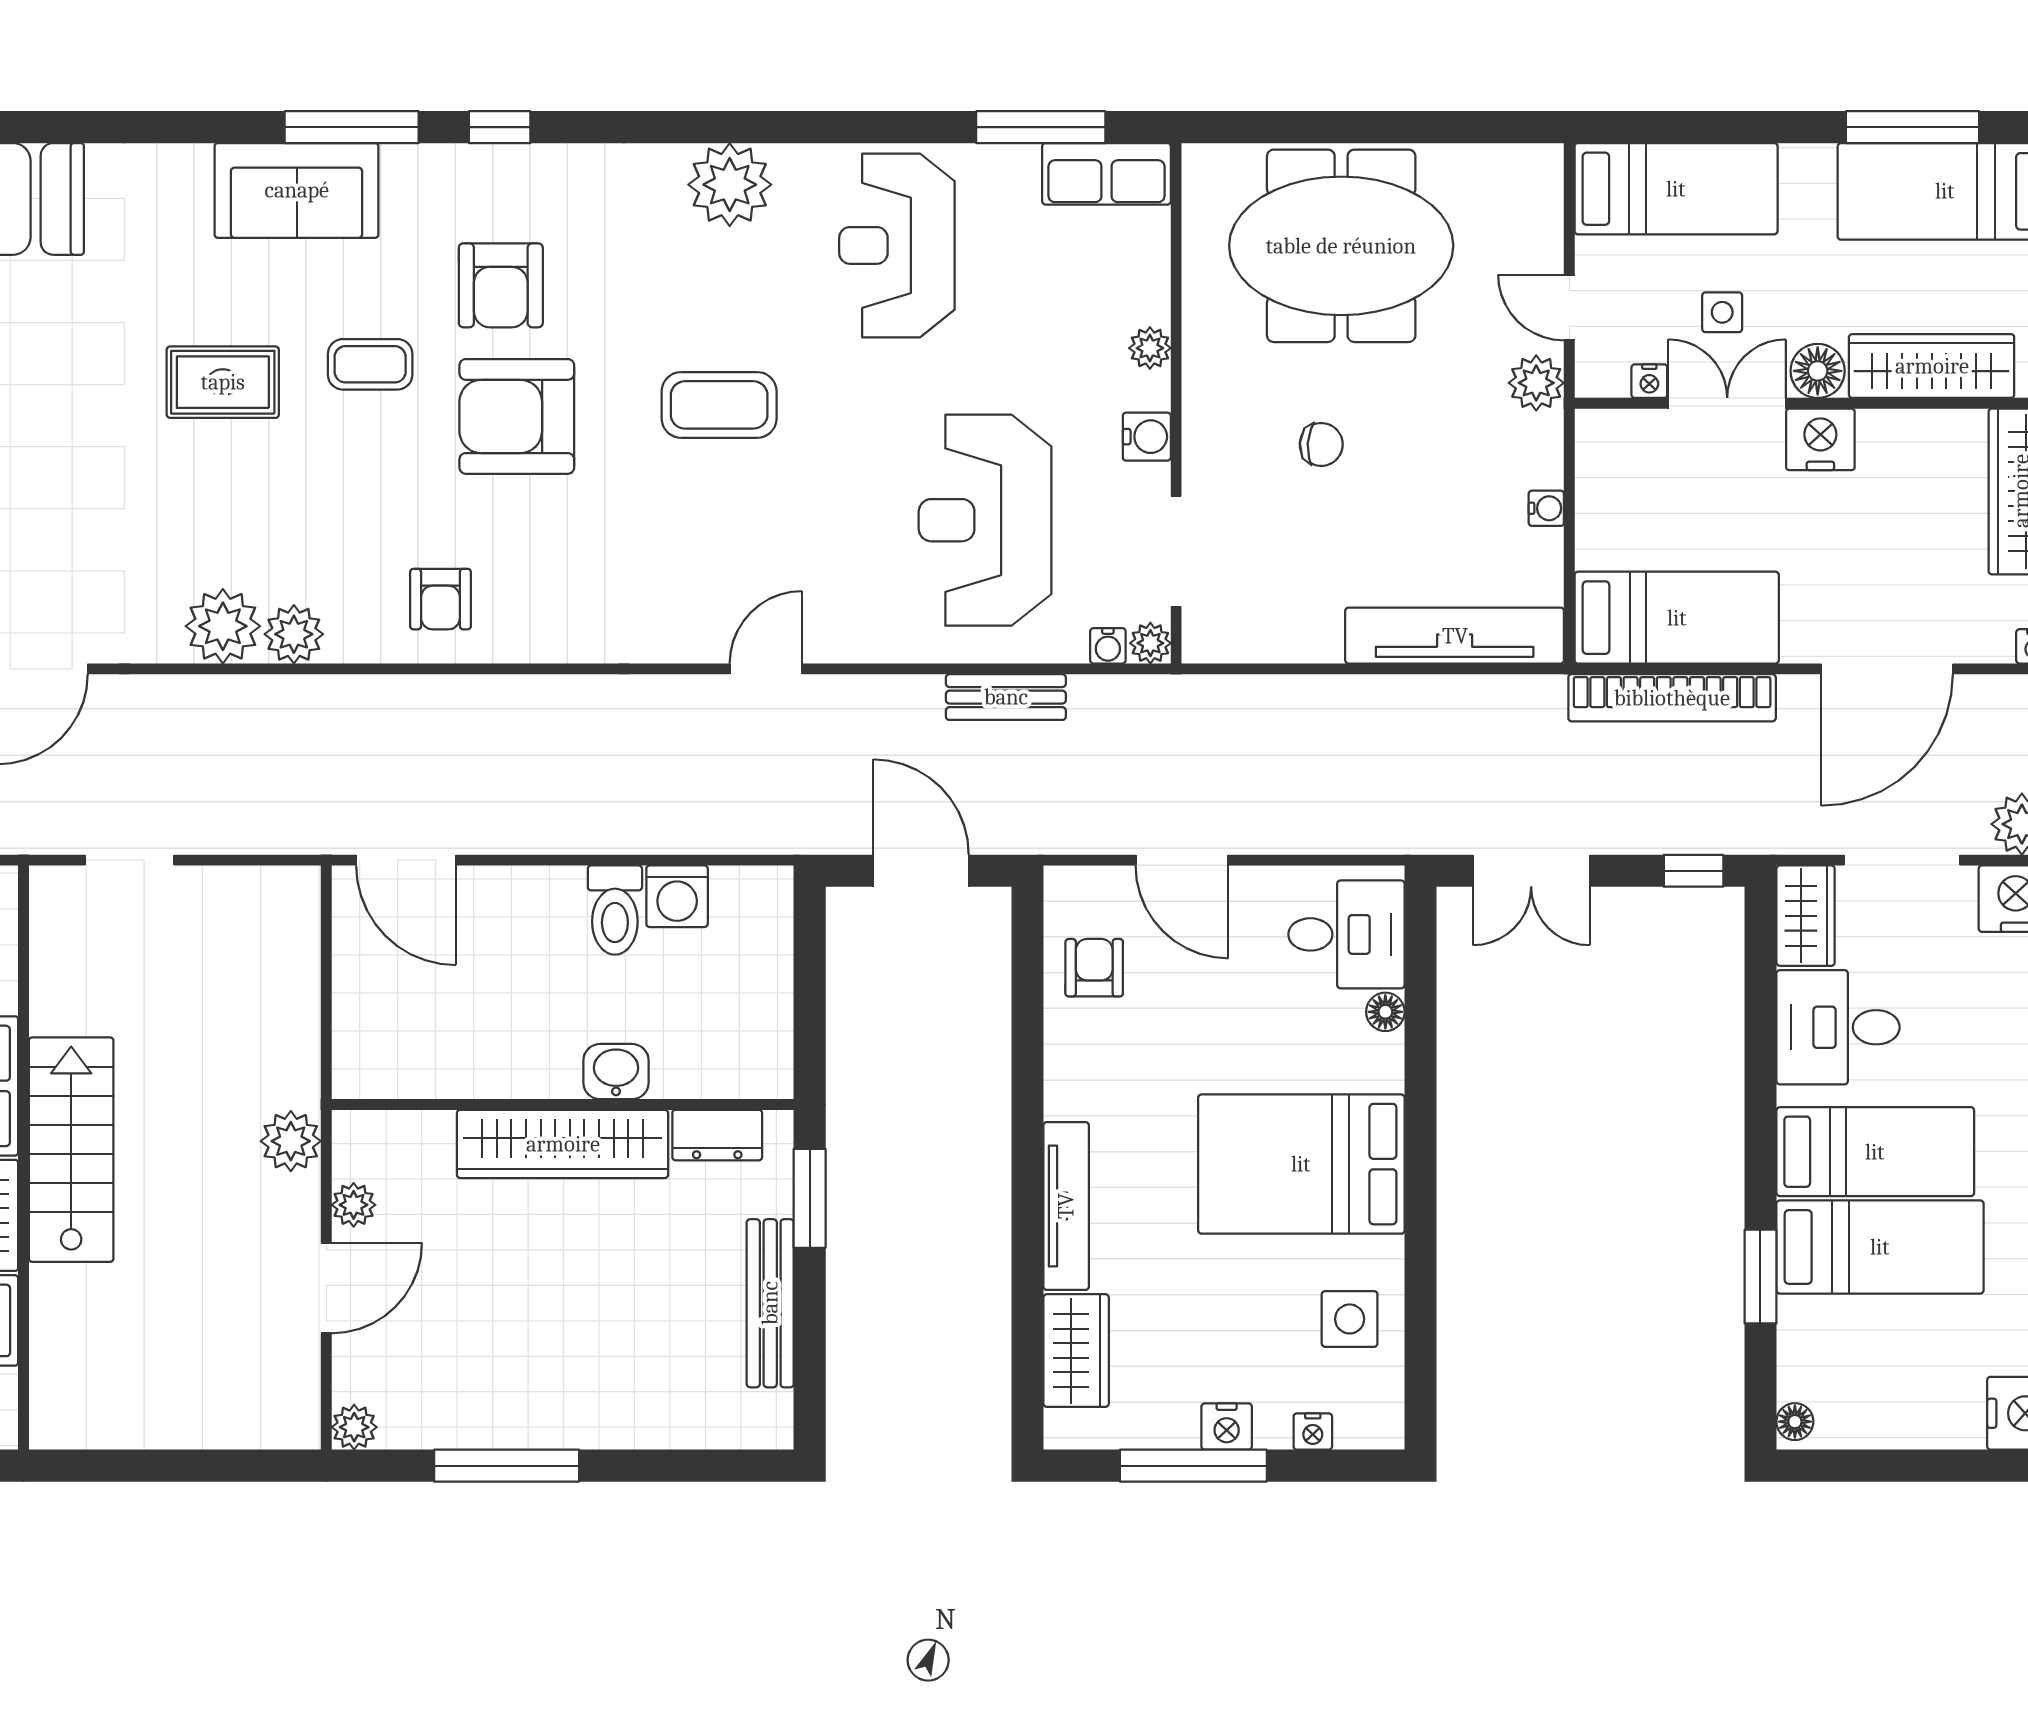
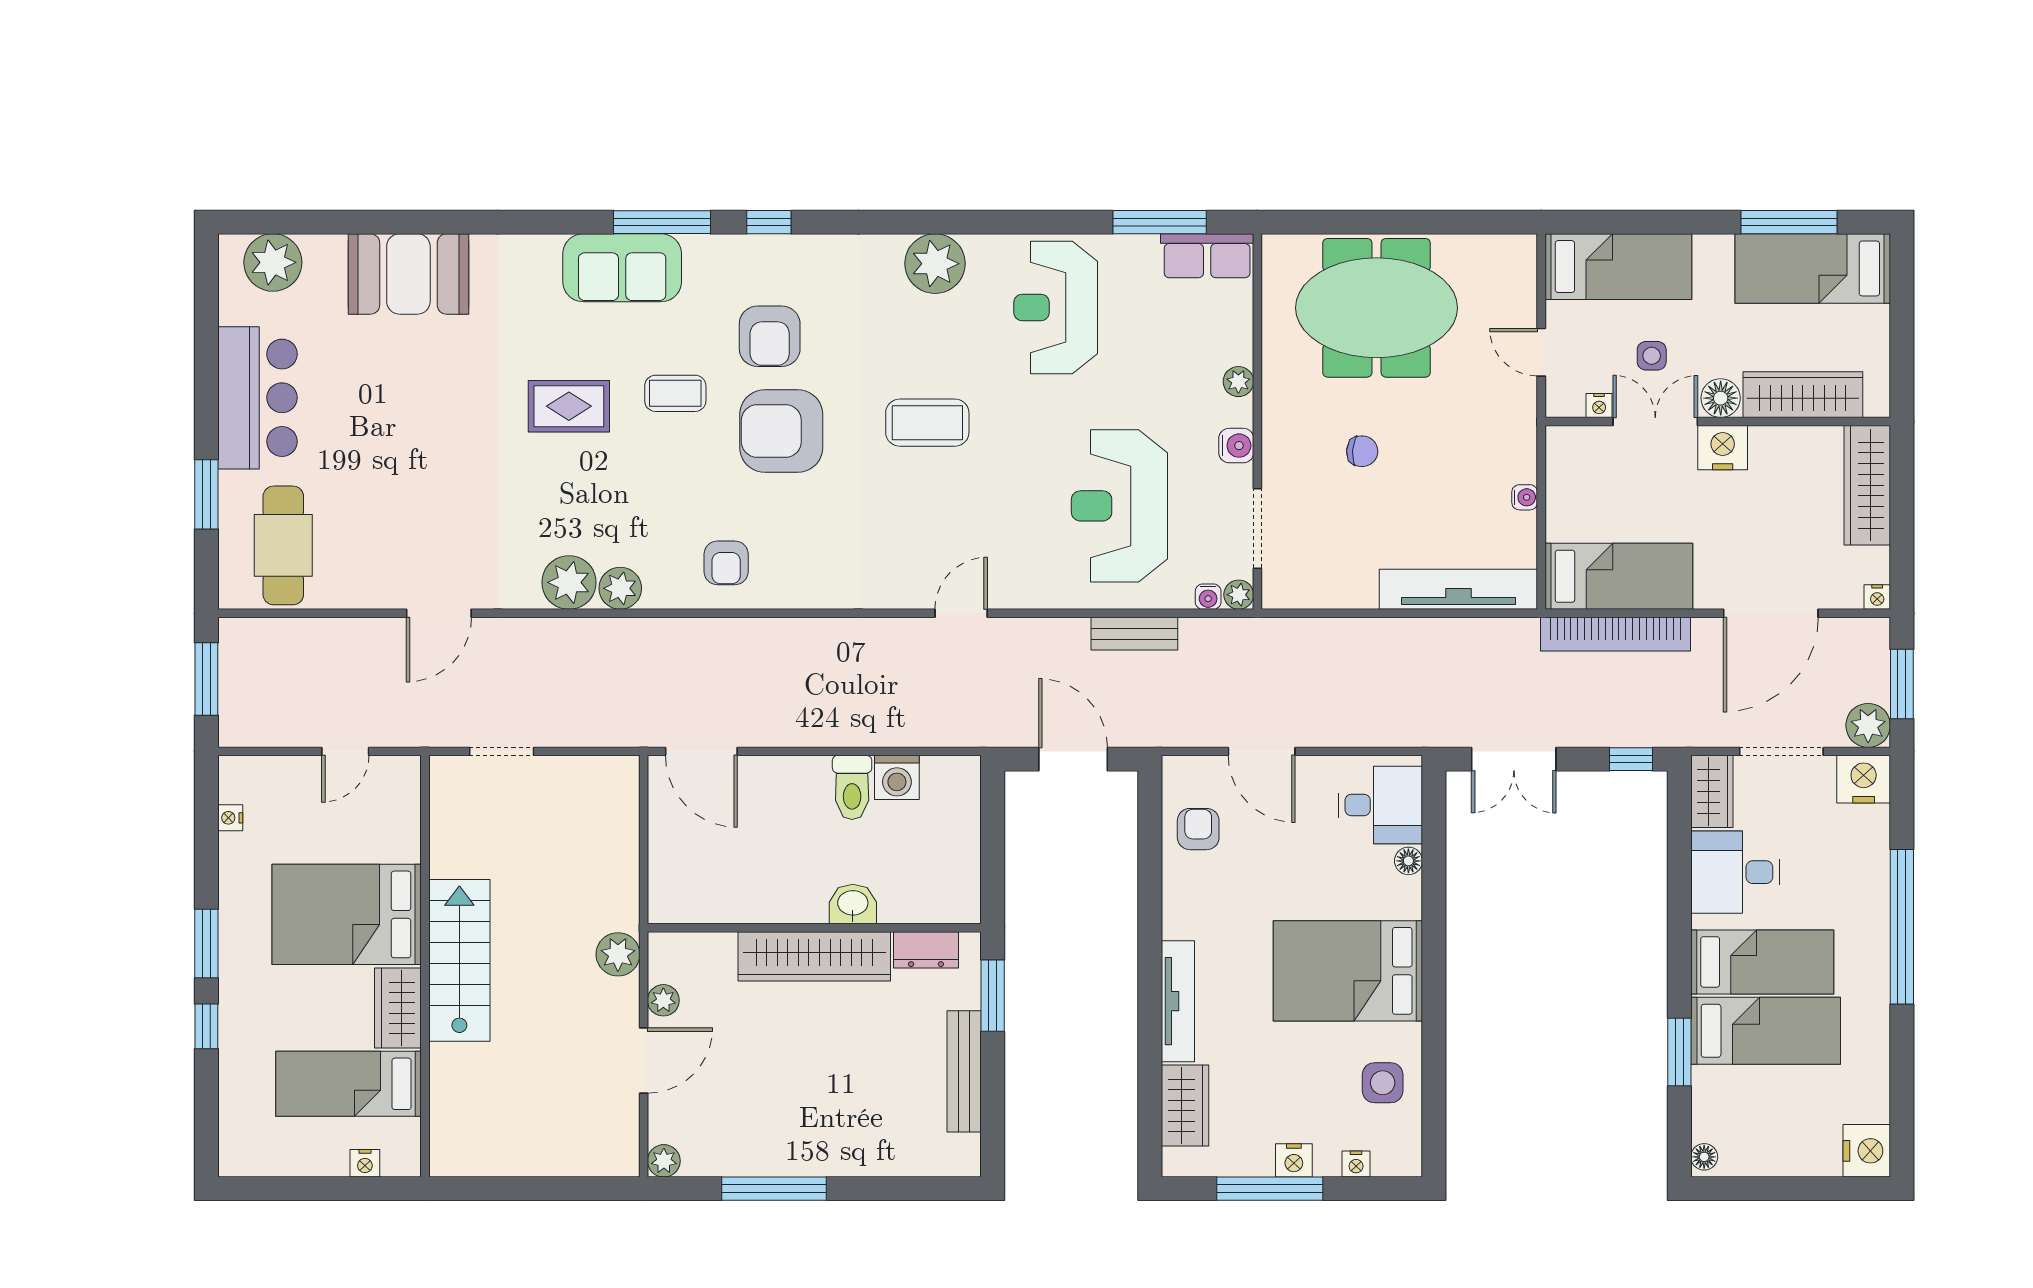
plant: (1536, 383) -> (1517, 407), removed

